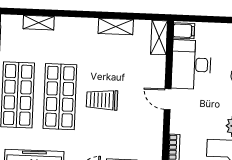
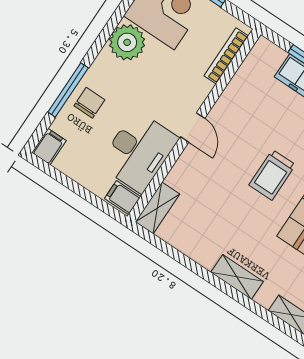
shelving: (116, 27) -> (237, 277), moved
trolley: (102, 100) -> (272, 175), turned 90

